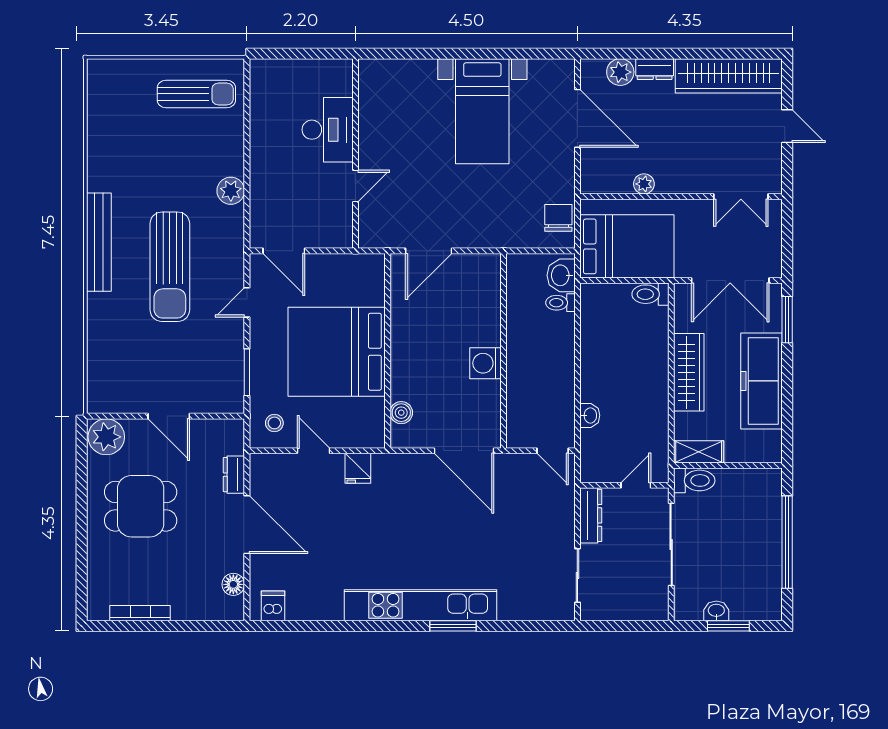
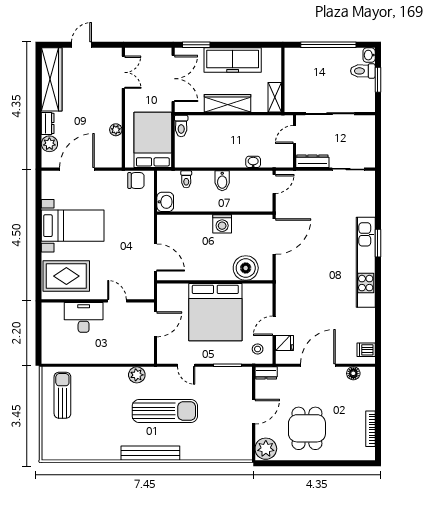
rug: (397, 101) -> (66, 276), added
plant: (231, 191) -> (137, 375), moved
chair: (558, 218) -> (136, 181), turned 180
door: (284, 251) -> (156, 324), moved
washbasin: (561, 275) -> (165, 202), moved, turned -90
bidet: (558, 363) -> (222, 181), added
boiler: (401, 413) -> (246, 268), width x1.86, depth x1.86
fridge: (358, 468) -> (284, 343), moved
dresser: (234, 475) -> (266, 373), moved
toilet: (694, 480) -> (363, 71), moved, turned -90
door: (636, 485) -> (295, 135), hinge flipped
washbasin: (716, 611) -> (369, 55), moved

